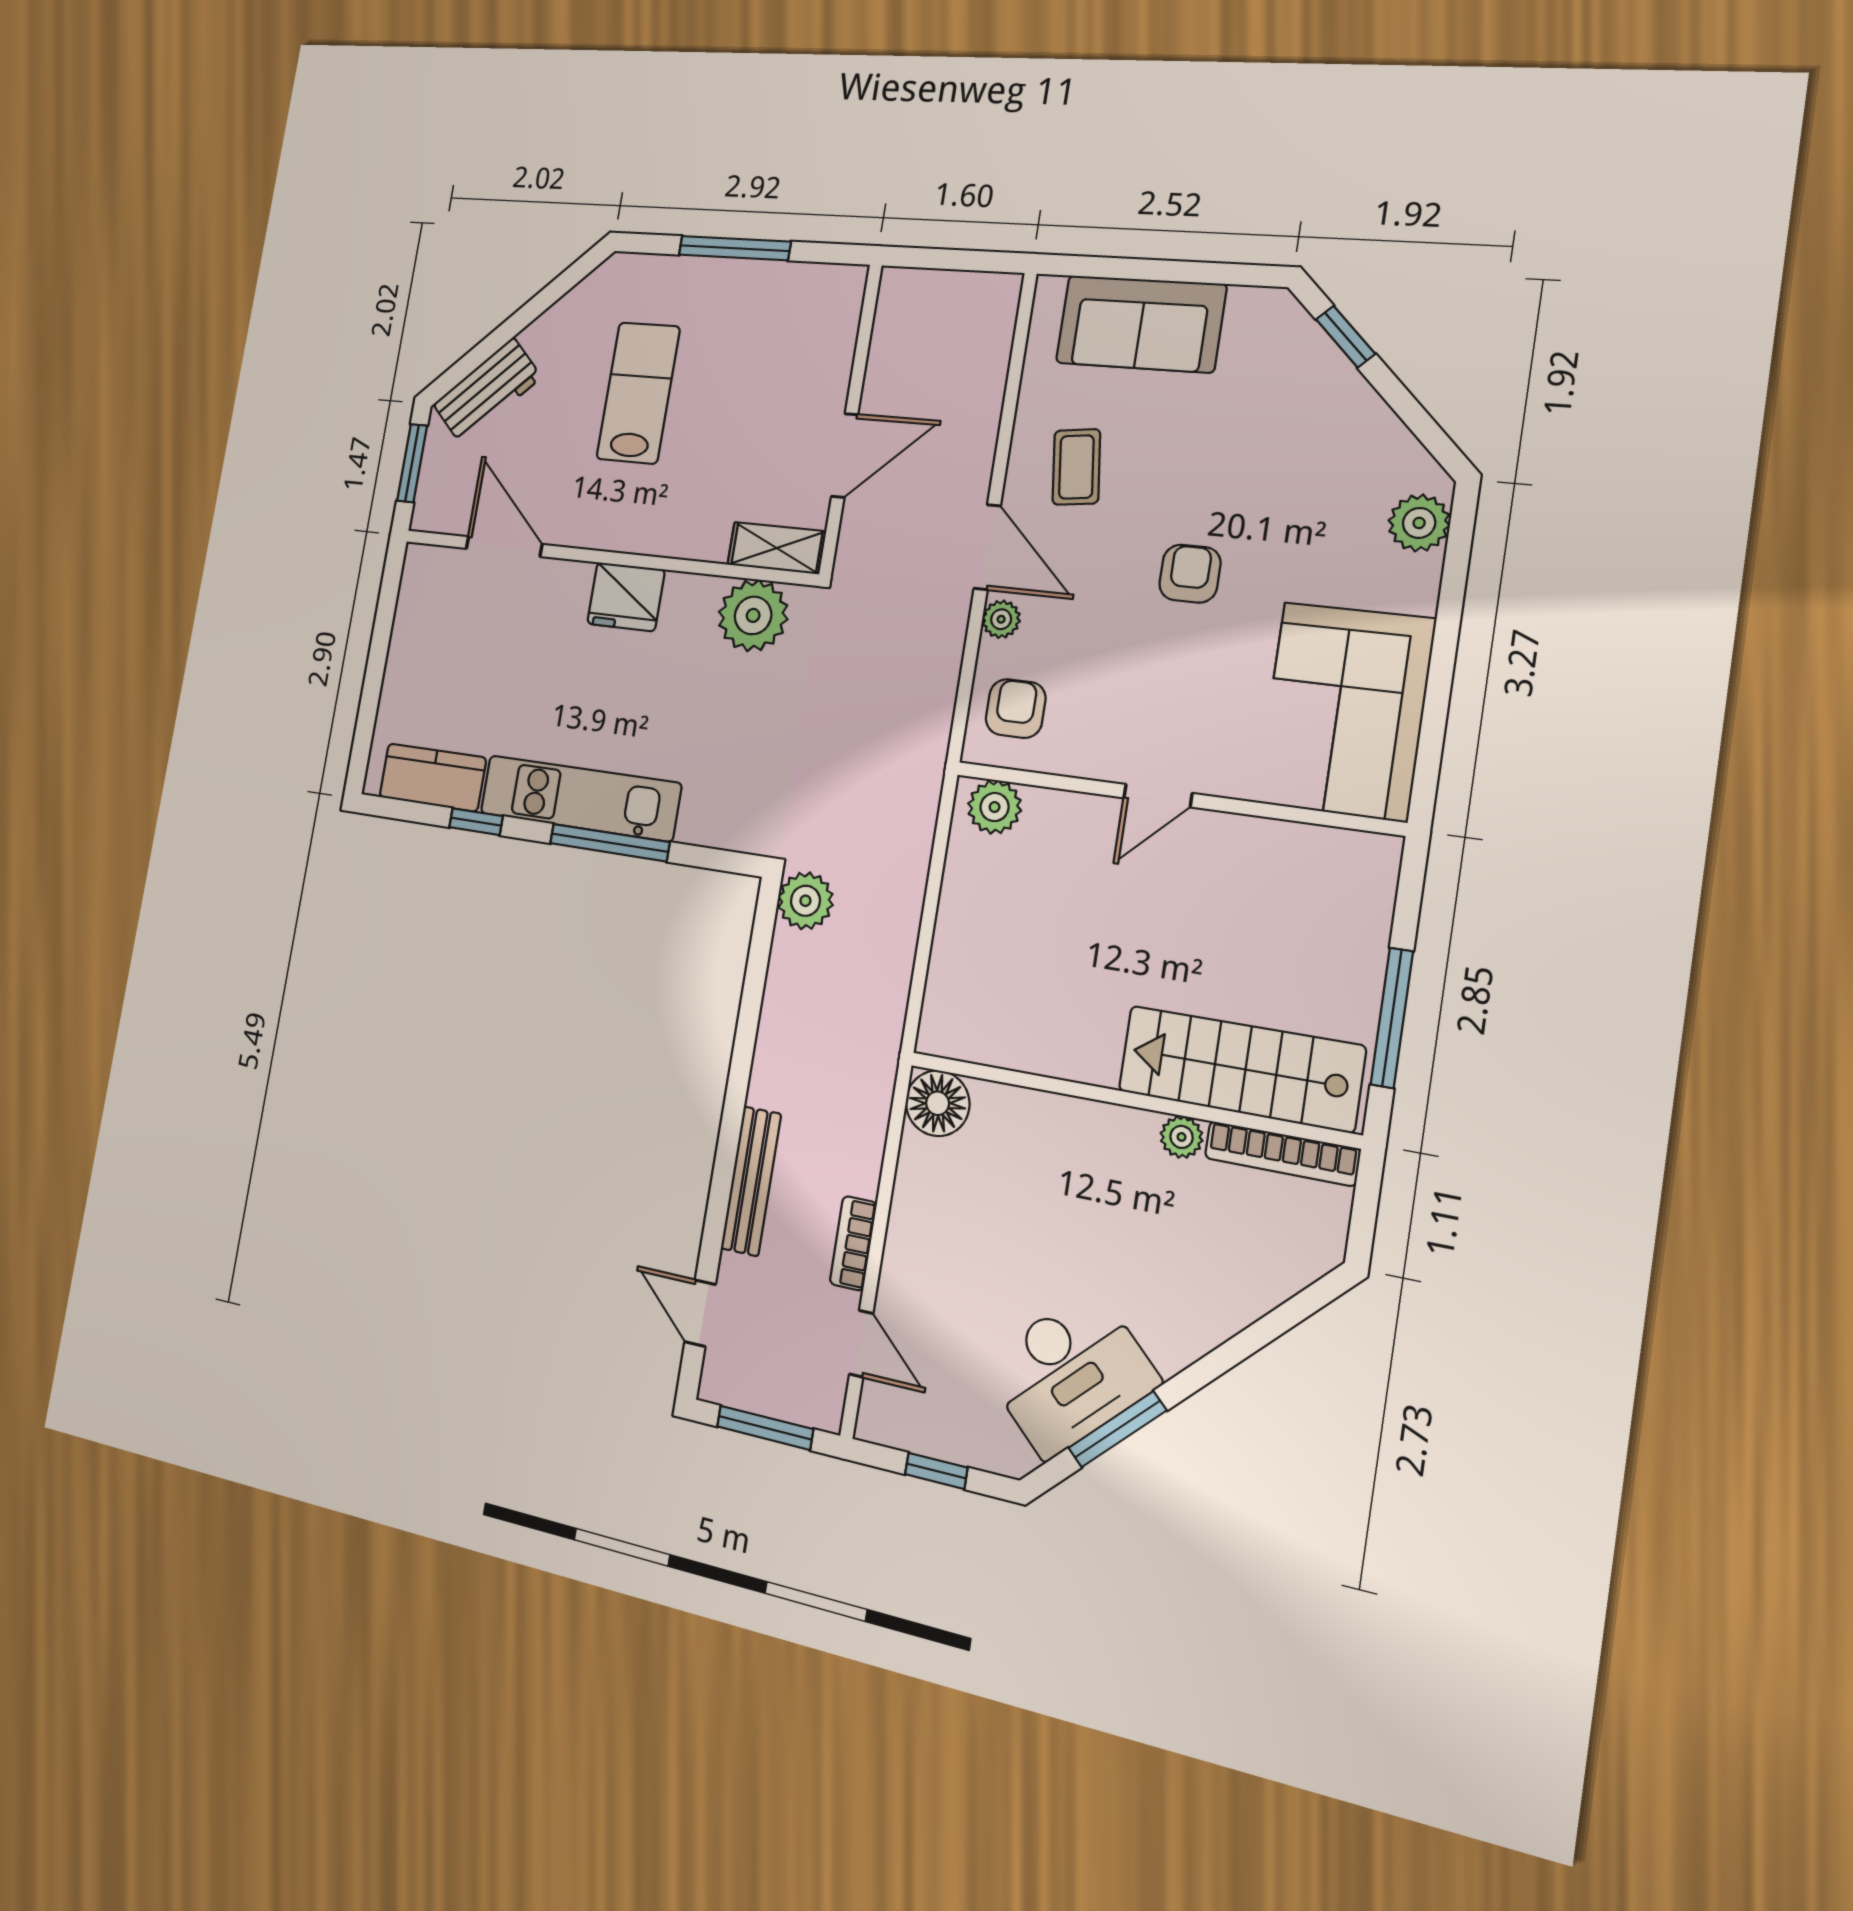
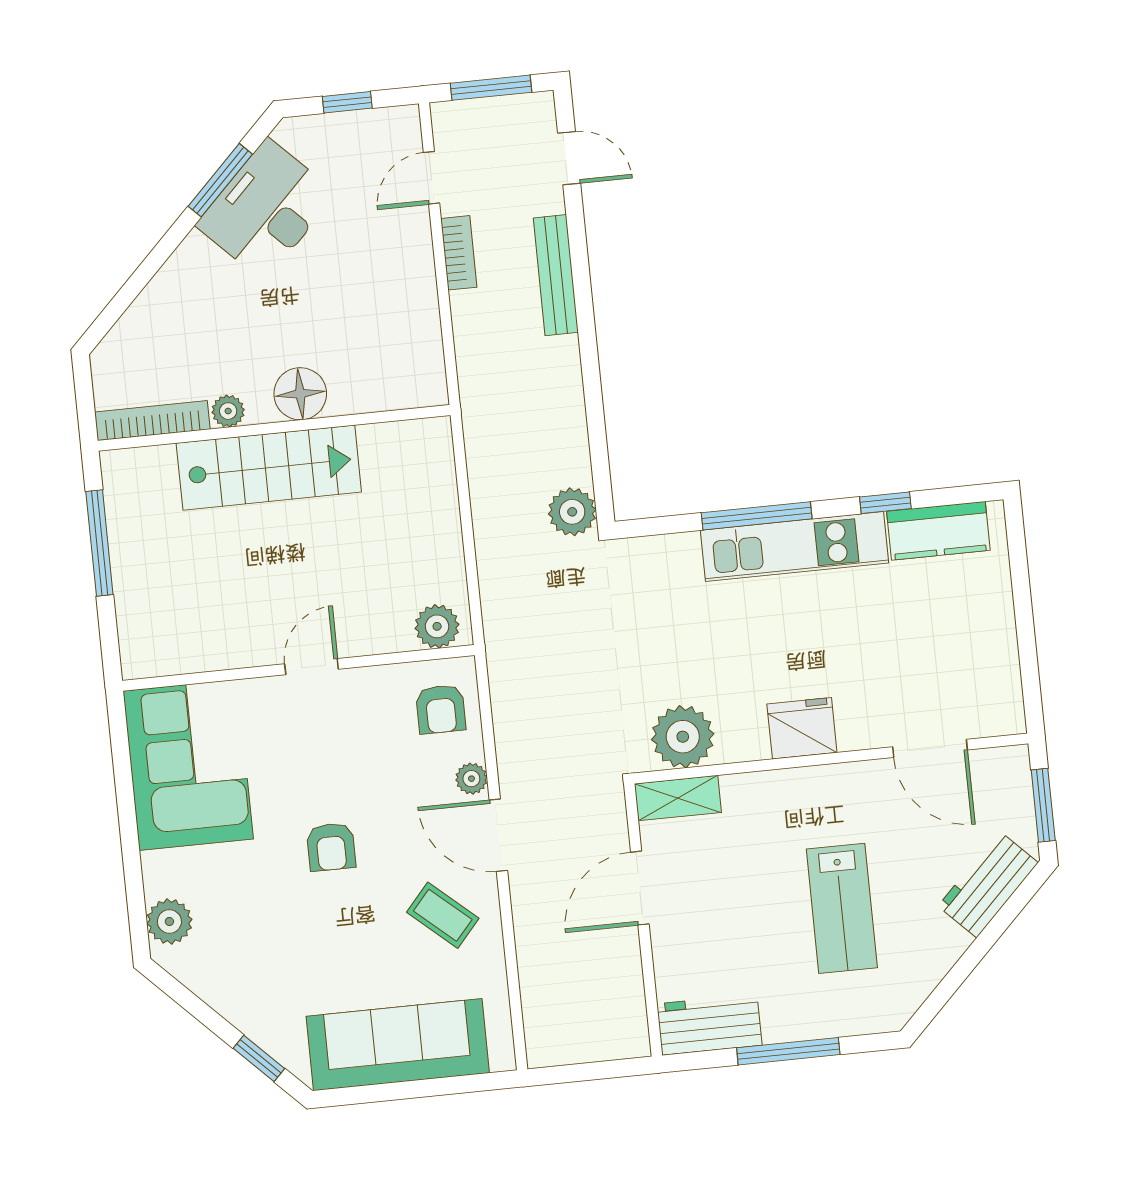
workbench: (810, 291) -> (709, 1025), added
sofa: (1141, 324) -> (398, 1045), width x1.36
coffee table: (1076, 467) -> (443, 915), turned -42
stairs: (1241, 1069) -> (269, 468), moved
floor lamp: (938, 1103) -> (300, 394), moved
door: (861, 1344) -> (432, 178), hinge flipped

